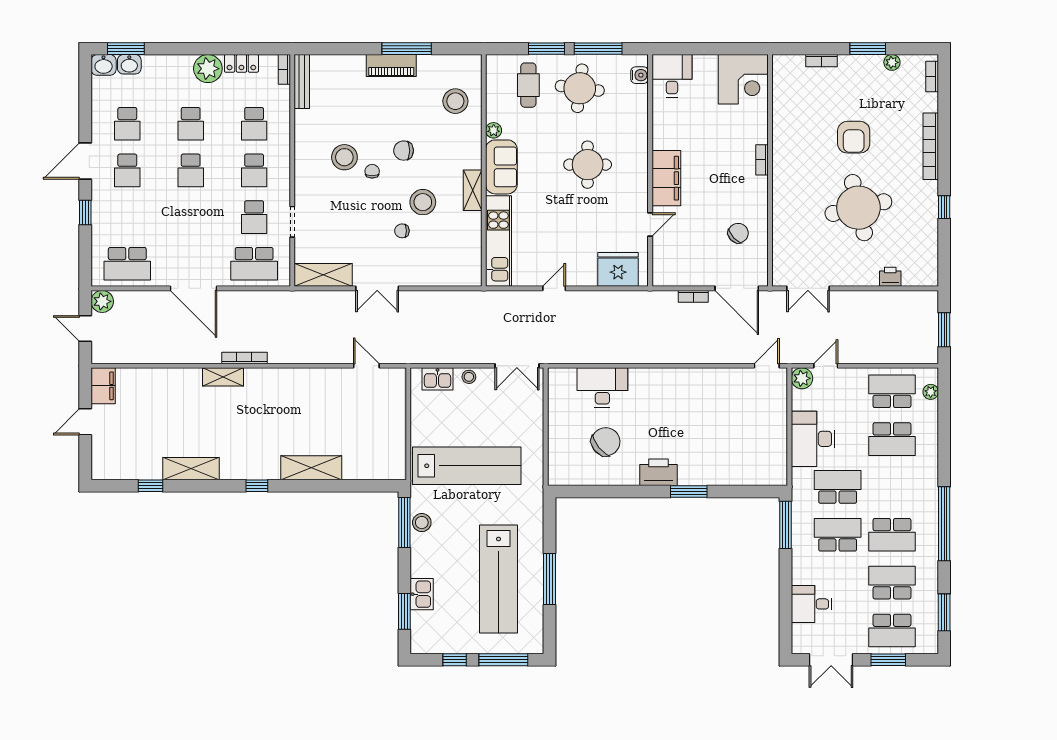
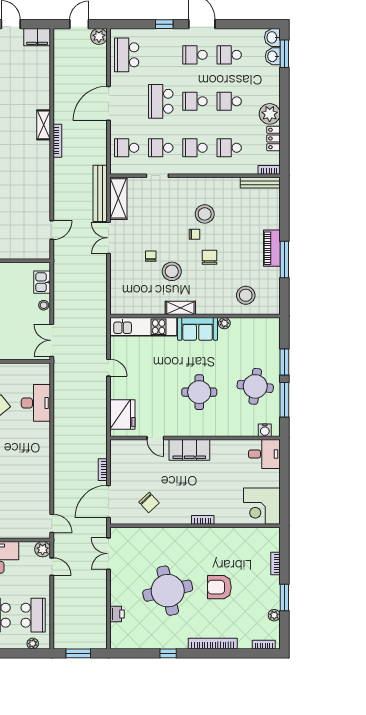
cafe table: (528, 85) -> (258, 349), removed
school desk: (191, 217) -> (161, 101), added
school desk: (254, 264) -> (127, 148), width x0.54
bench: (316, 300) -> (100, 193), added

